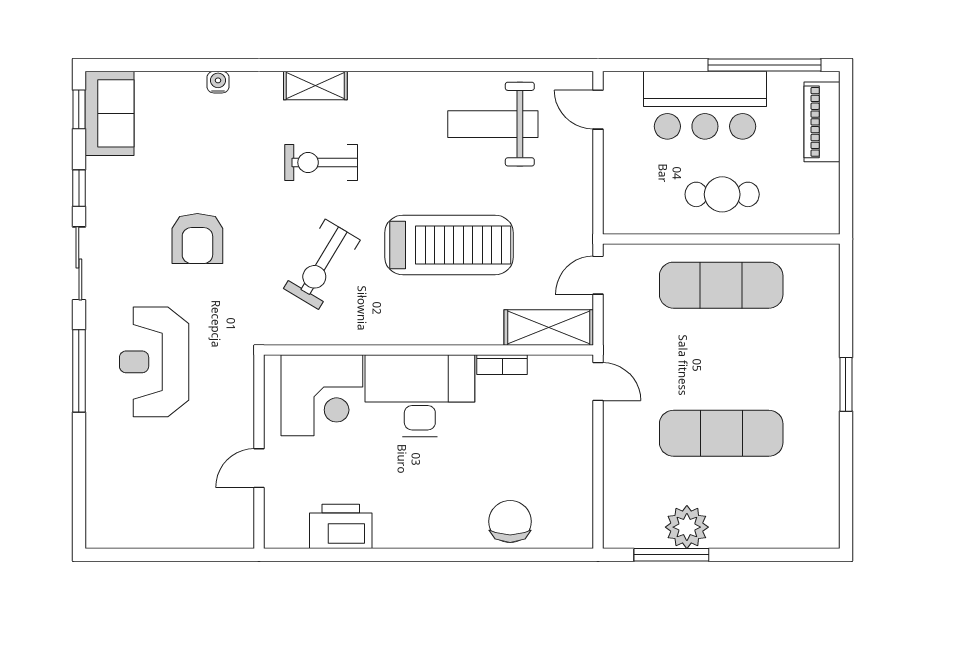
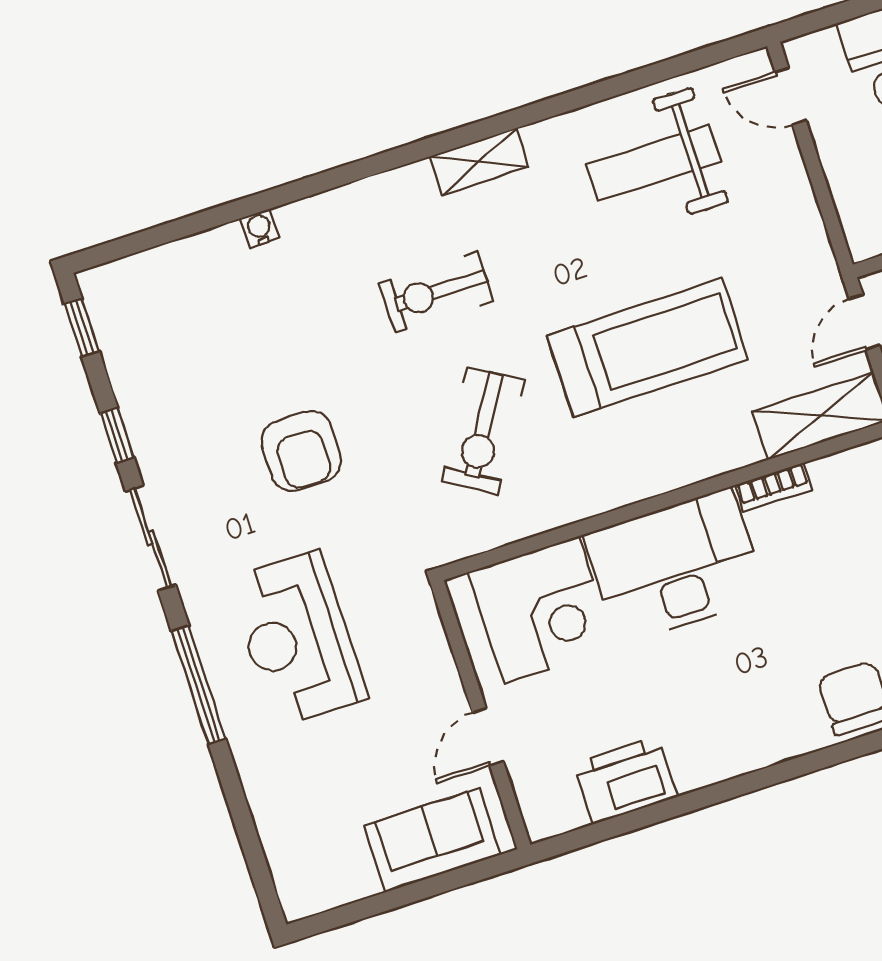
shelving: (315, 85) -> (479, 162), moved
sofa: (109, 113) -> (432, 840), moved, turned -90

